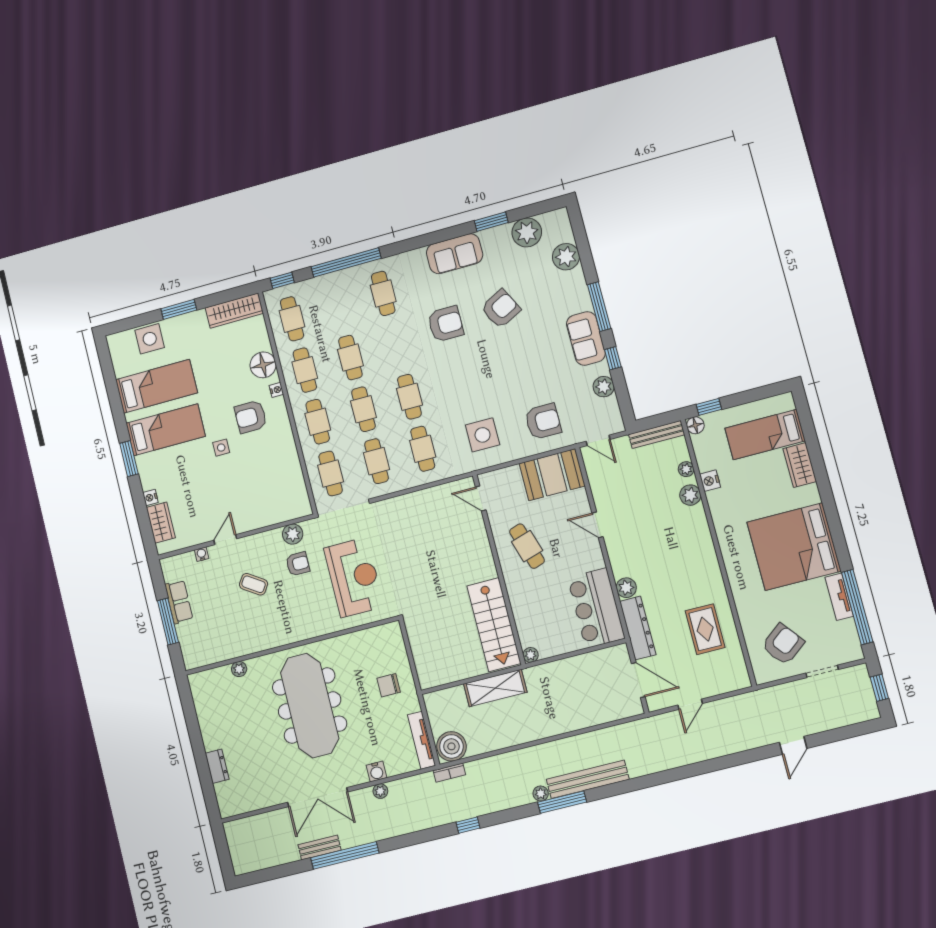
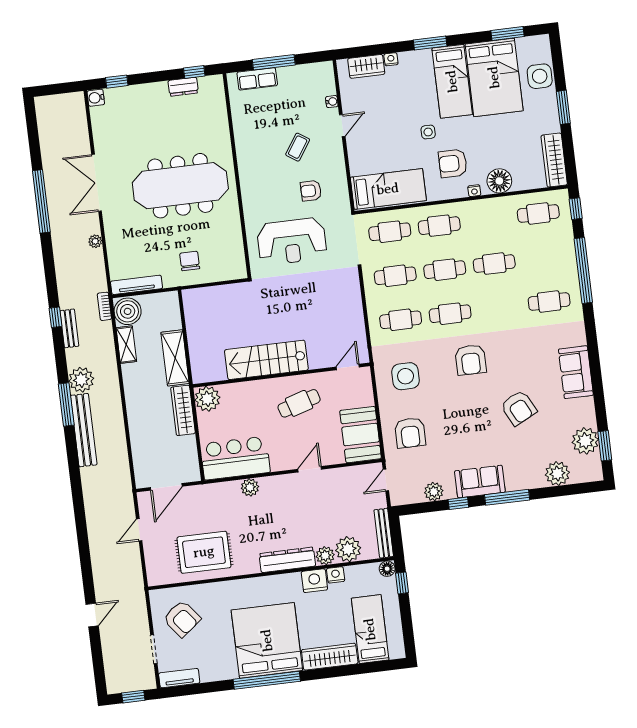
window: (491, 222) -> (605, 446), moved
armchair: (446, 324) -> (471, 360), moved
cafe table: (305, 370) -> (489, 220), removed
window: (110, 379) -> (508, 34), added
bed: (156, 386) -> (494, 77), width x1.50
armchair: (251, 417) -> (453, 163), turned -90
wardrobe: (800, 465) -> (330, 657), width x1.50
plant: (686, 469) -> (348, 549), width x1.87, depth x1.87
bed: (286, 481) -> (388, 189), added
nightstand: (720, 503) -> (314, 581), added
plant: (293, 534) -> (339, 189), removed
door: (225, 540) -> (342, 126), hinge flipped
armchair: (298, 564) -> (311, 191), turned 90
tv unit: (839, 597) -> (179, 678), moved
row of seats: (179, 602) -> (257, 79), moved
window: (857, 607) -> (267, 680), moved
stairs: (494, 625) -> (266, 360), moved
dresser: (638, 628) -> (287, 560), moved, turned 180
rug: (705, 629) -> (204, 552), width x1.36, depth x1.43
plant: (531, 655) -> (207, 399), width x1.87, depth x1.87
plant: (239, 669) -> (222, 124), removed
wardrobe: (551, 672) -> (183, 410), added
door: (690, 704) -> (139, 530), hinge flipped
window: (188, 706) -> (194, 72), added
shelving: (488, 743) -> (126, 345), added
door: (793, 745) -> (92, 615), swing flipped
dresser: (217, 766) -> (183, 87), moved
water cooler: (376, 771) -> (96, 98), moved
window: (208, 788) -> (117, 82), added
plant: (541, 794) -> (81, 380), width x1.87, depth x1.87
bench: (320, 847) -> (69, 328), moved

